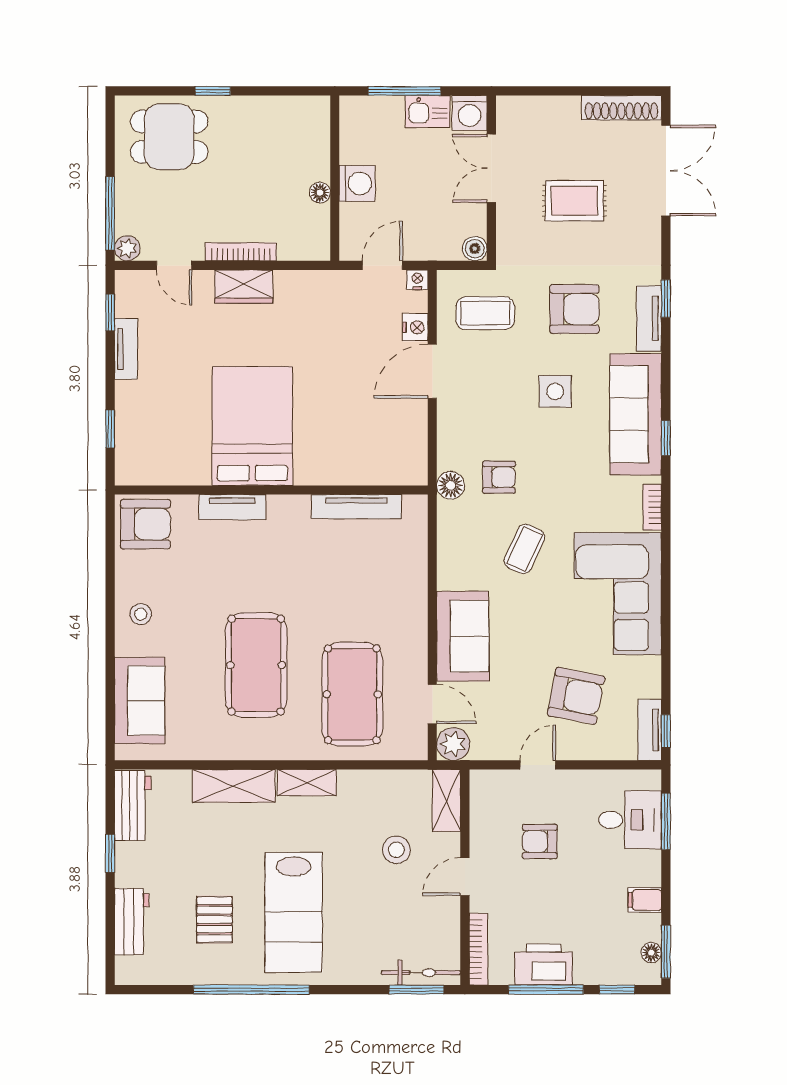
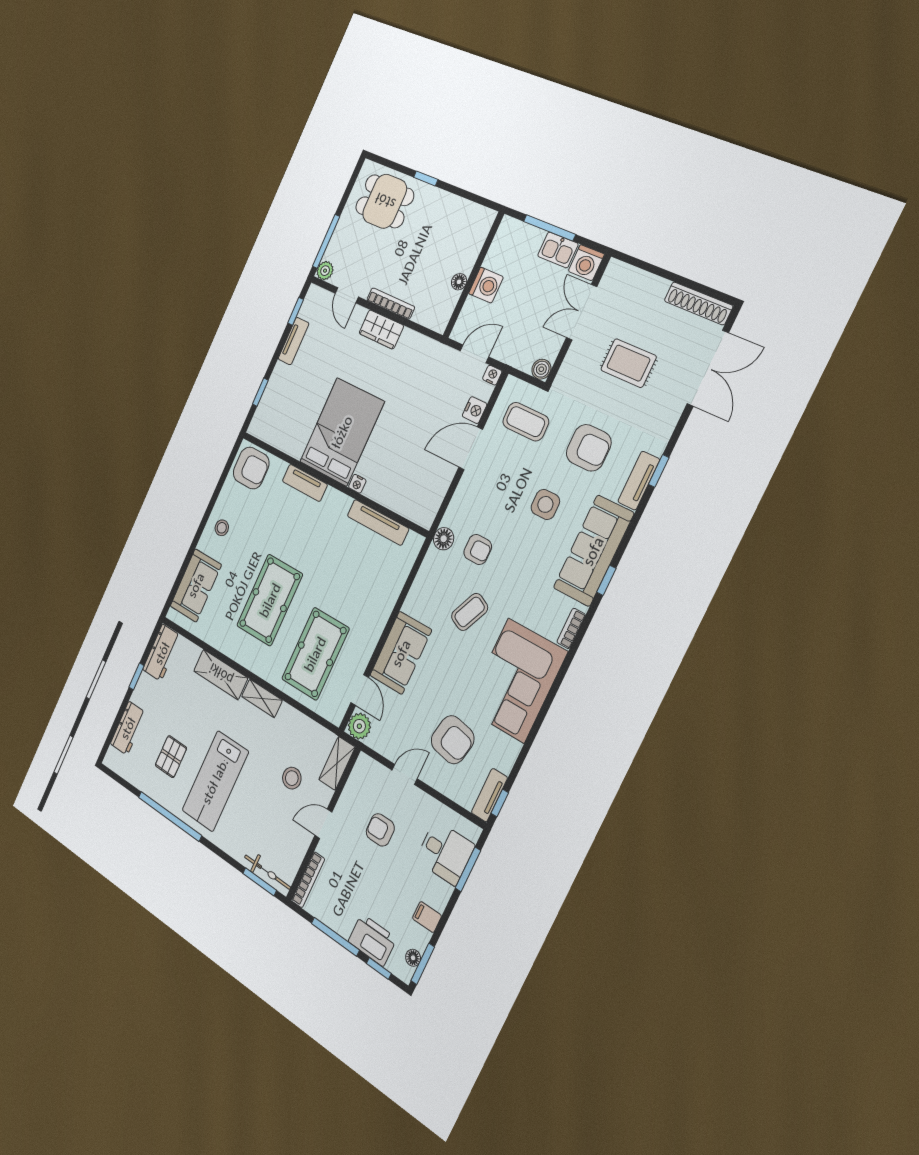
nightstand: (305, 476) -> (357, 484), added
printer: (544, 964) -> (372, 940), moved

